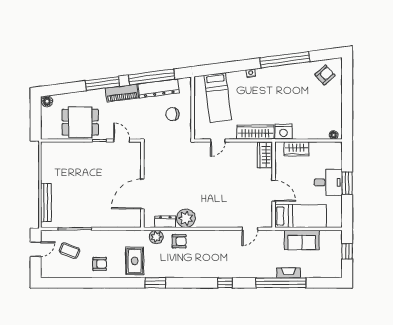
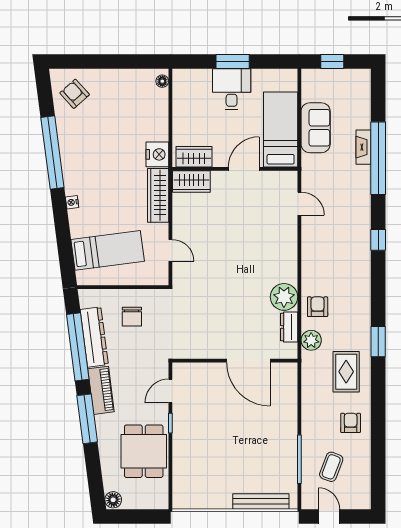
wardrobe: (296, 149) -> (194, 157), moved, turned -90
rug: (135, 261) -> (346, 372), turned 90

